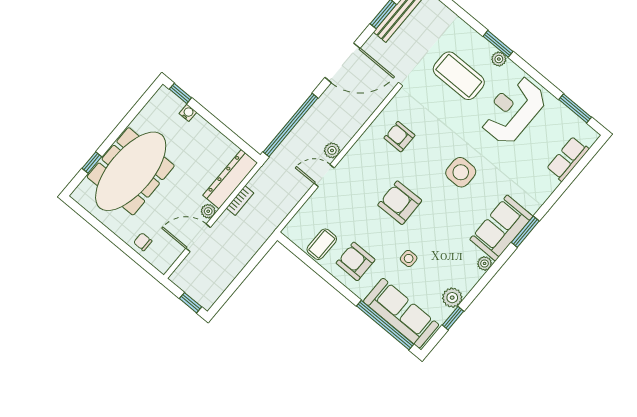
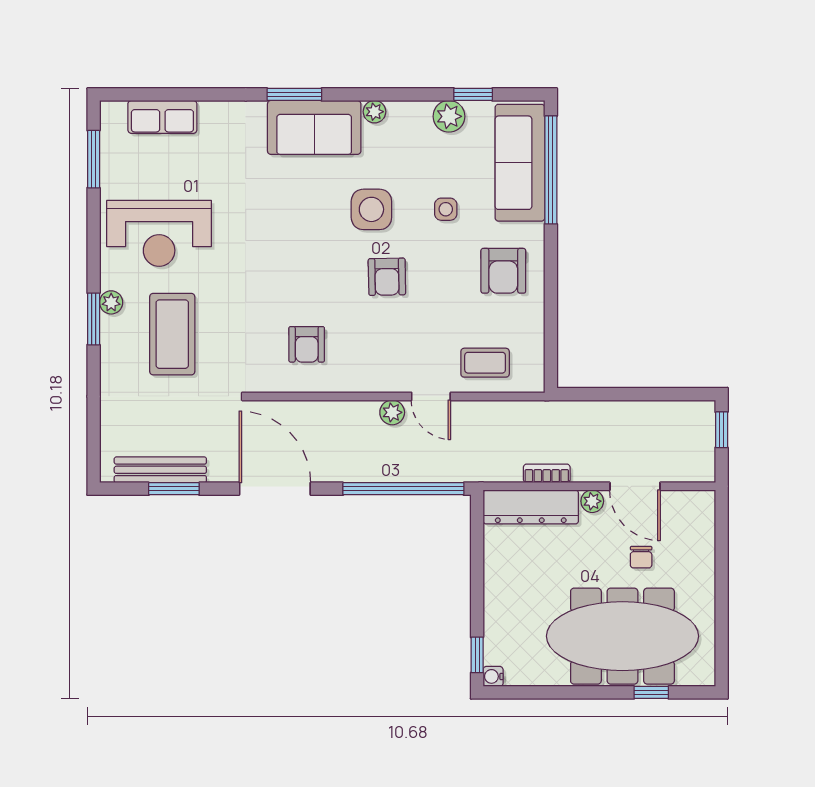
water cooler: (188, 113) -> (493, 676), moved
side table: (461, 172) -> (371, 209), moved
armchair: (400, 203) -> (387, 277), width x0.72, depth x0.72
chair: (143, 242) -> (641, 557), moved
coffee table: (322, 244) -> (485, 363), moved

